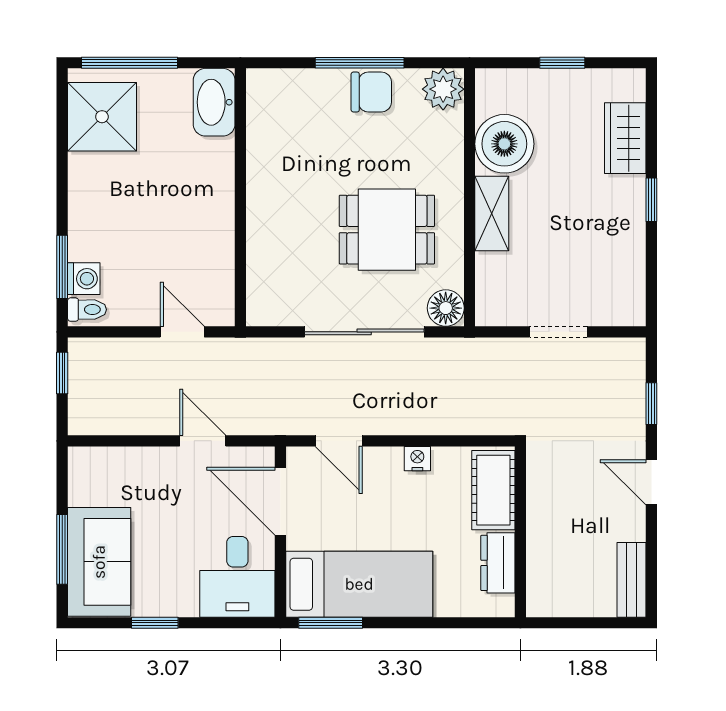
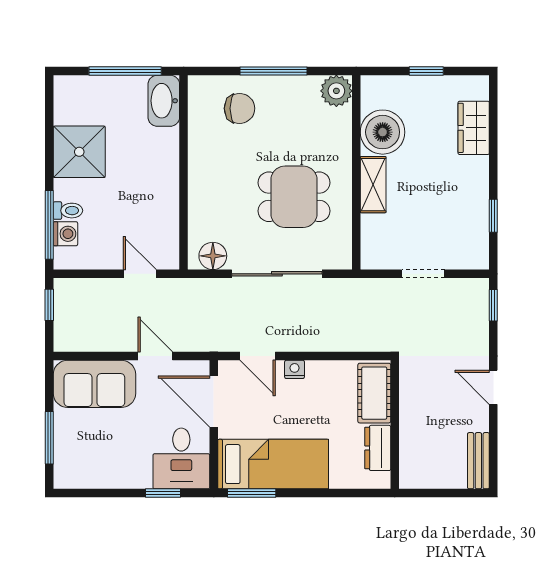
window: (130, 63) -> (125, 71), moved
chair: (371, 92) -> (240, 108), moved
shower: (102, 117) -> (79, 152), moved
window: (651, 200) -> (493, 216), moved
window: (62, 267) -> (49, 225), width x1.44
floor lamp: (446, 308) -> (213, 256), moved
toilet: (87, 310) -> (68, 211), moved
window: (651, 404) -> (493, 305), moved
nightstand: (417, 459) -> (295, 369), moved
sofa: (99, 562) -> (94, 384), moved, turned 90
window: (155, 623) -> (163, 493), moved

